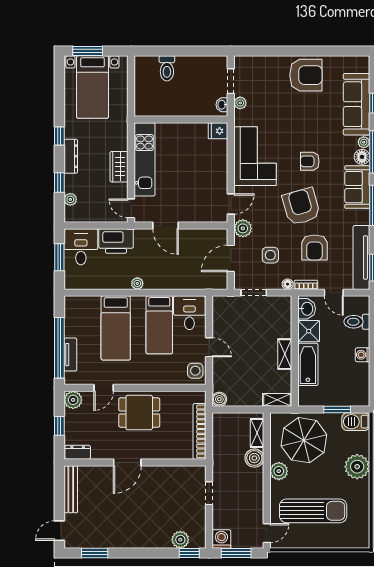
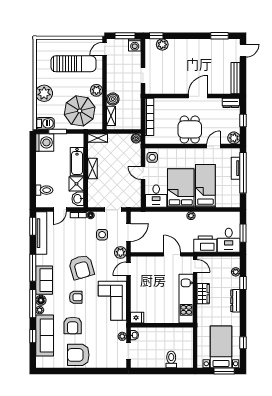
window: (59, 136) -> (243, 343), moved
armchair: (314, 247) -> (73, 325), moved, turned 180
door: (334, 293) -> (60, 210), swing flipped
bed: (159, 325) -> (181, 188), width x1.50
washing machine: (363, 355) -> (45, 142), moved, width x1.89, depth x1.89
dining table: (139, 413) -> (190, 129), turned 90
sun lounger: (313, 511) -> (73, 64), turned 180

